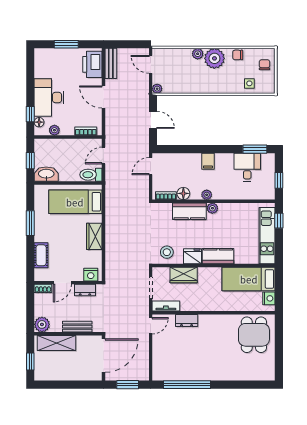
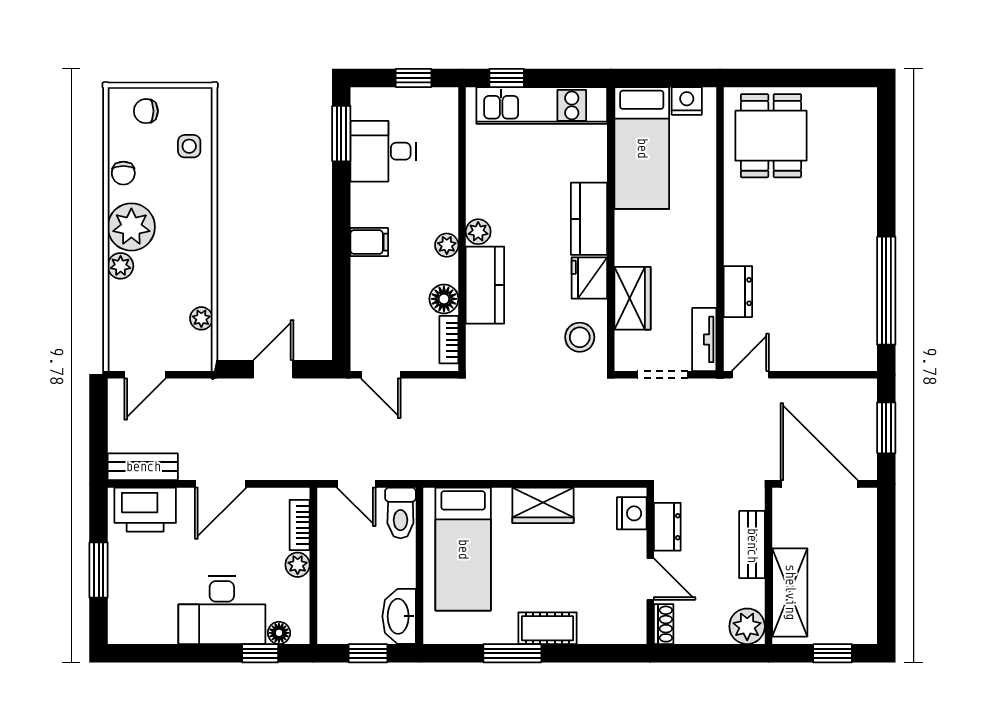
plant: (157, 89) -> (201, 318), moved
plant: (54, 130) -> (298, 565), moved
cot: (41, 255) -> (547, 628), moved
door: (151, 326) -> (750, 375), hinge flipped
dining table: (254, 335) -> (771, 136), turned 90

